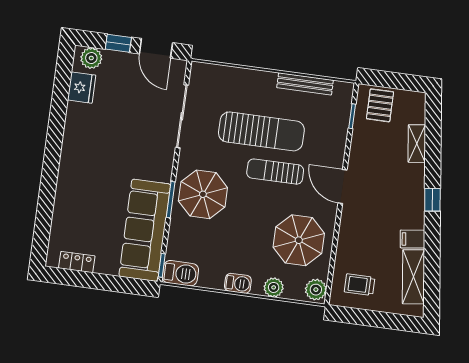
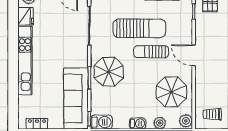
kitchen unit: (71, 158) -> (25, 60), added

